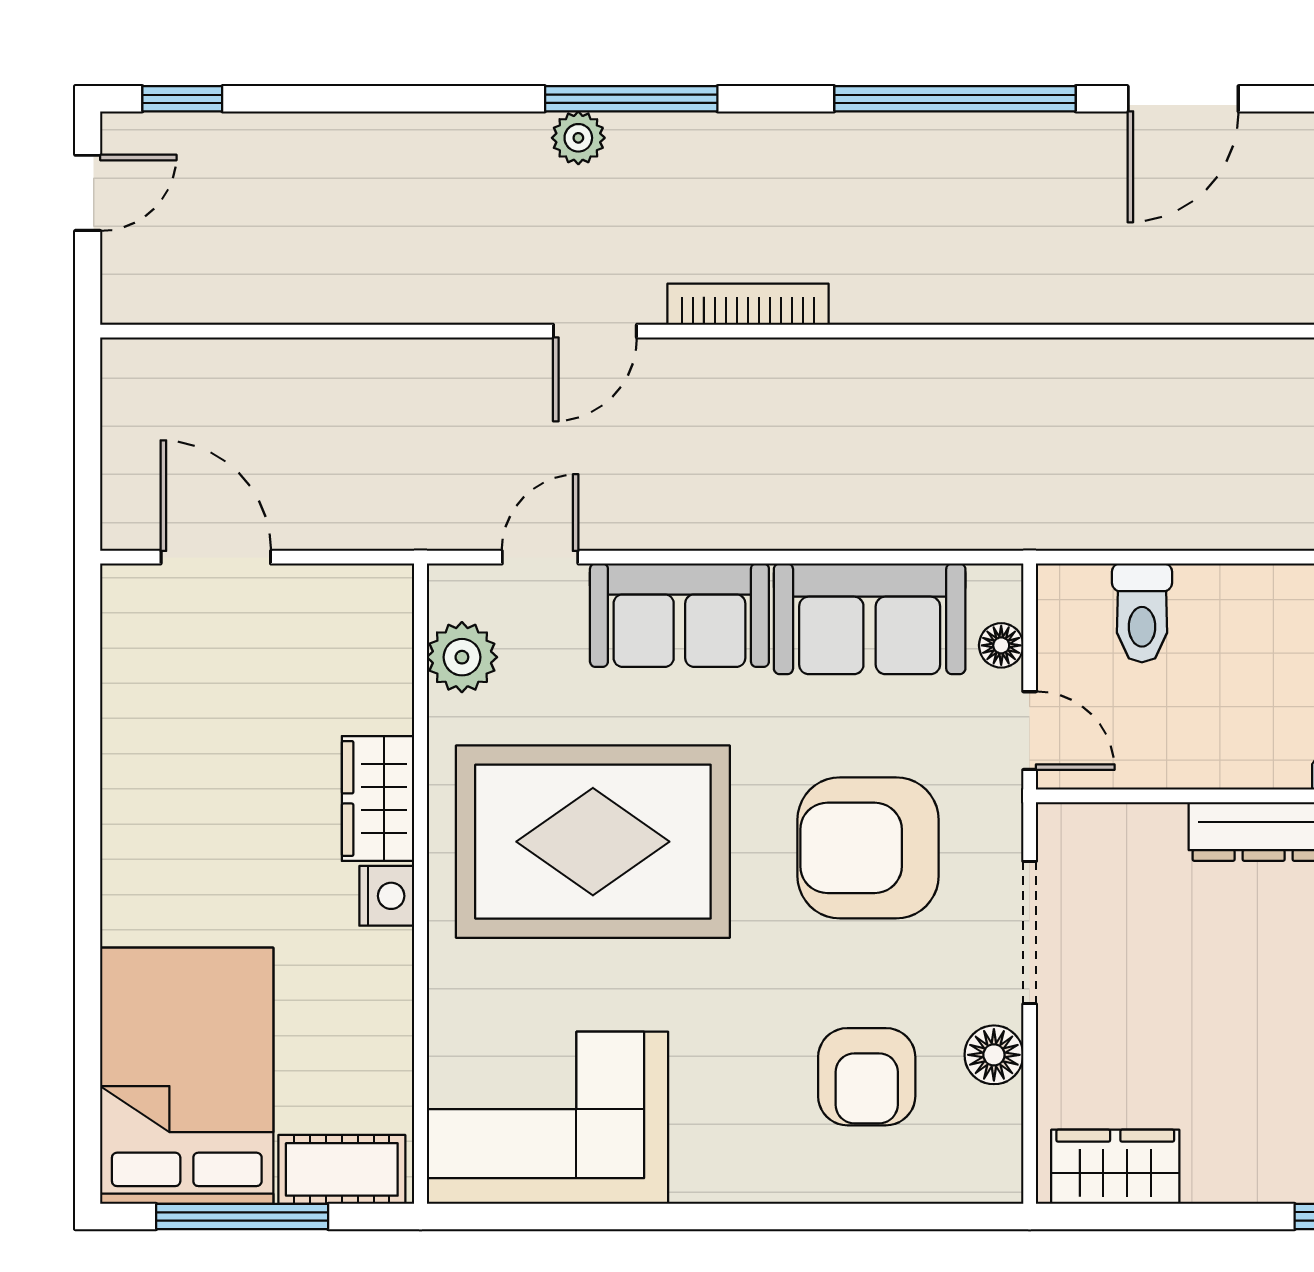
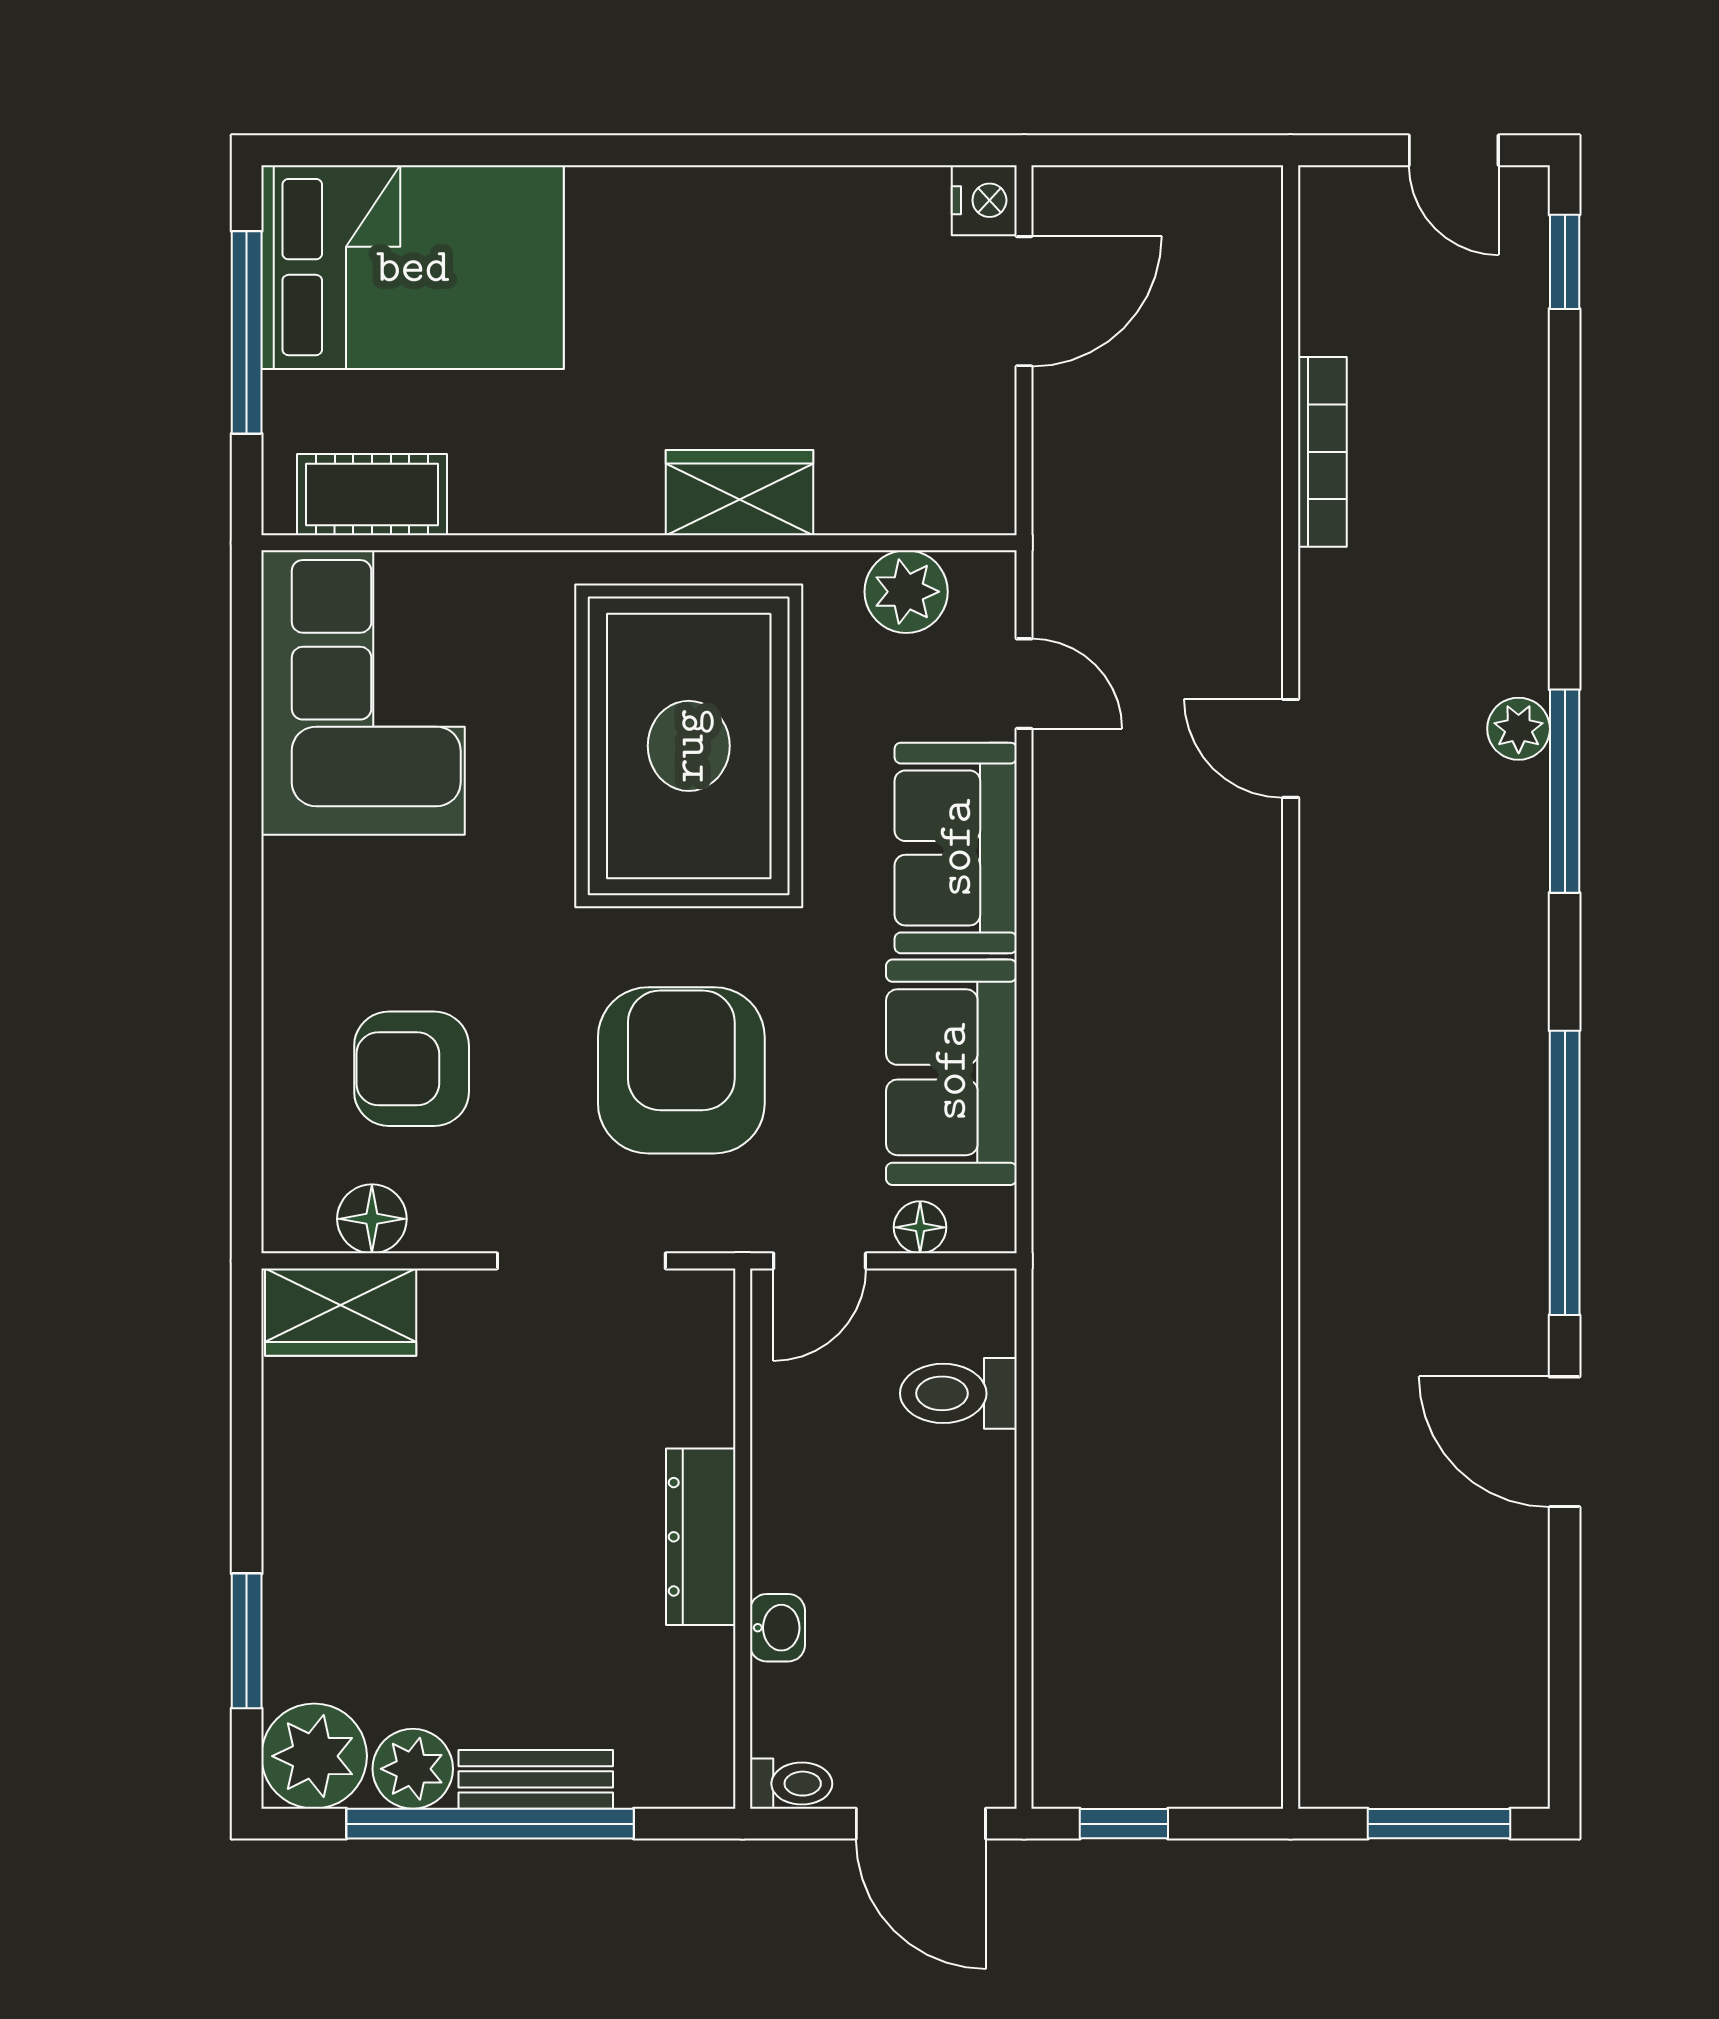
bookcase: (748, 304) -> (1322, 452), moved
nightstand: (387, 896) -> (984, 200), moved, turned -90
floor lamp: (994, 1055) -> (372, 1219), moved
wardrobe: (1115, 1167) -> (341, 1312), moved, turned 90
cot: (342, 1169) -> (372, 495), moved, turned 90

